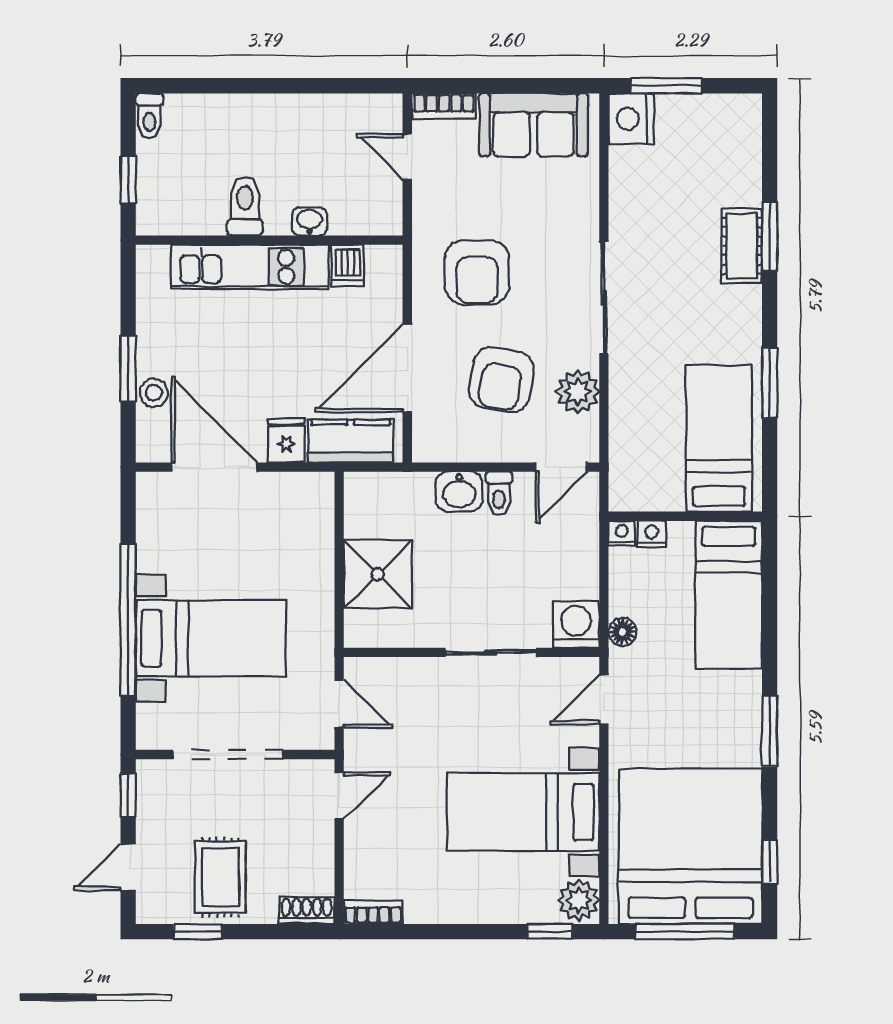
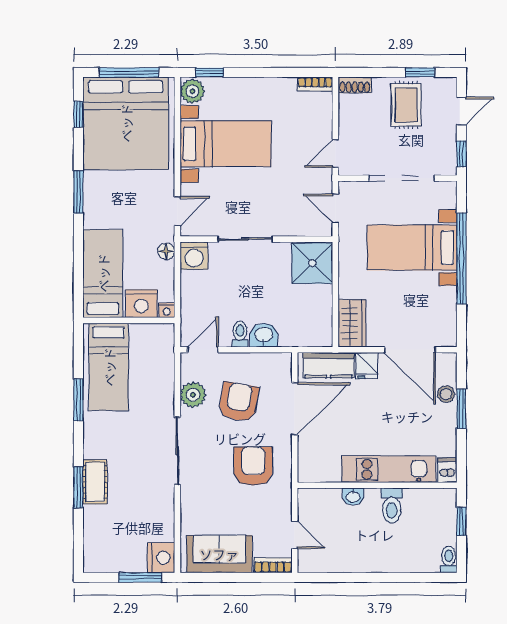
dishwasher: (348, 265) -> (447, 470), moved
wardrobe: (311, 512) -> (352, 323), added
nightstand: (652, 534) -> (141, 304), width x1.89, depth x1.79
shower: (378, 574) -> (312, 263), moved

